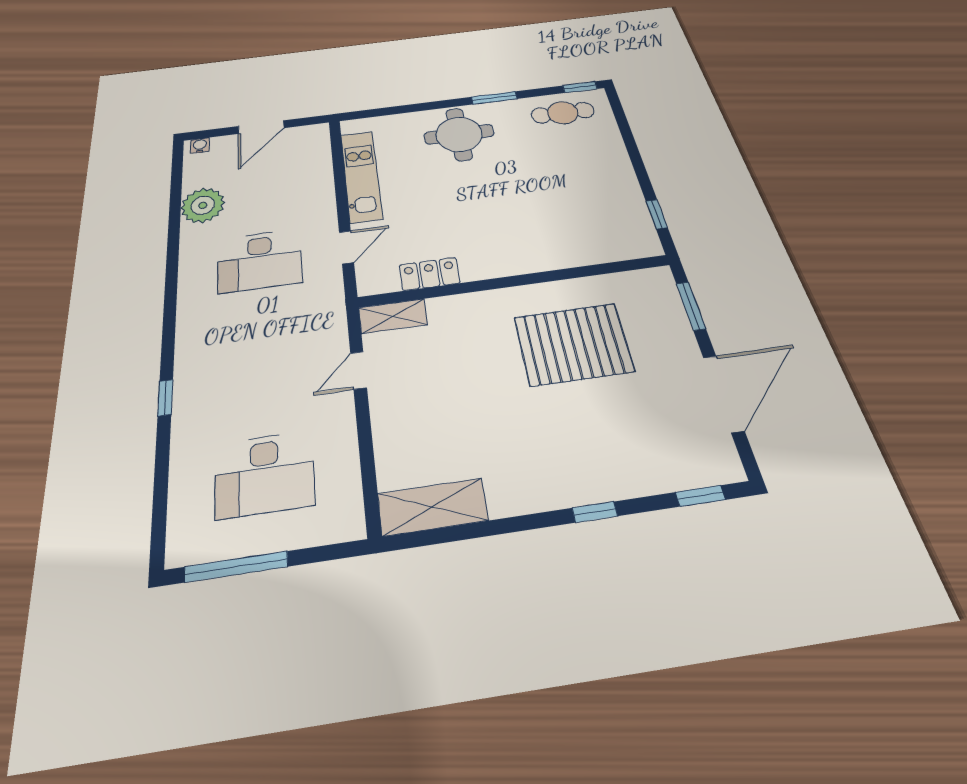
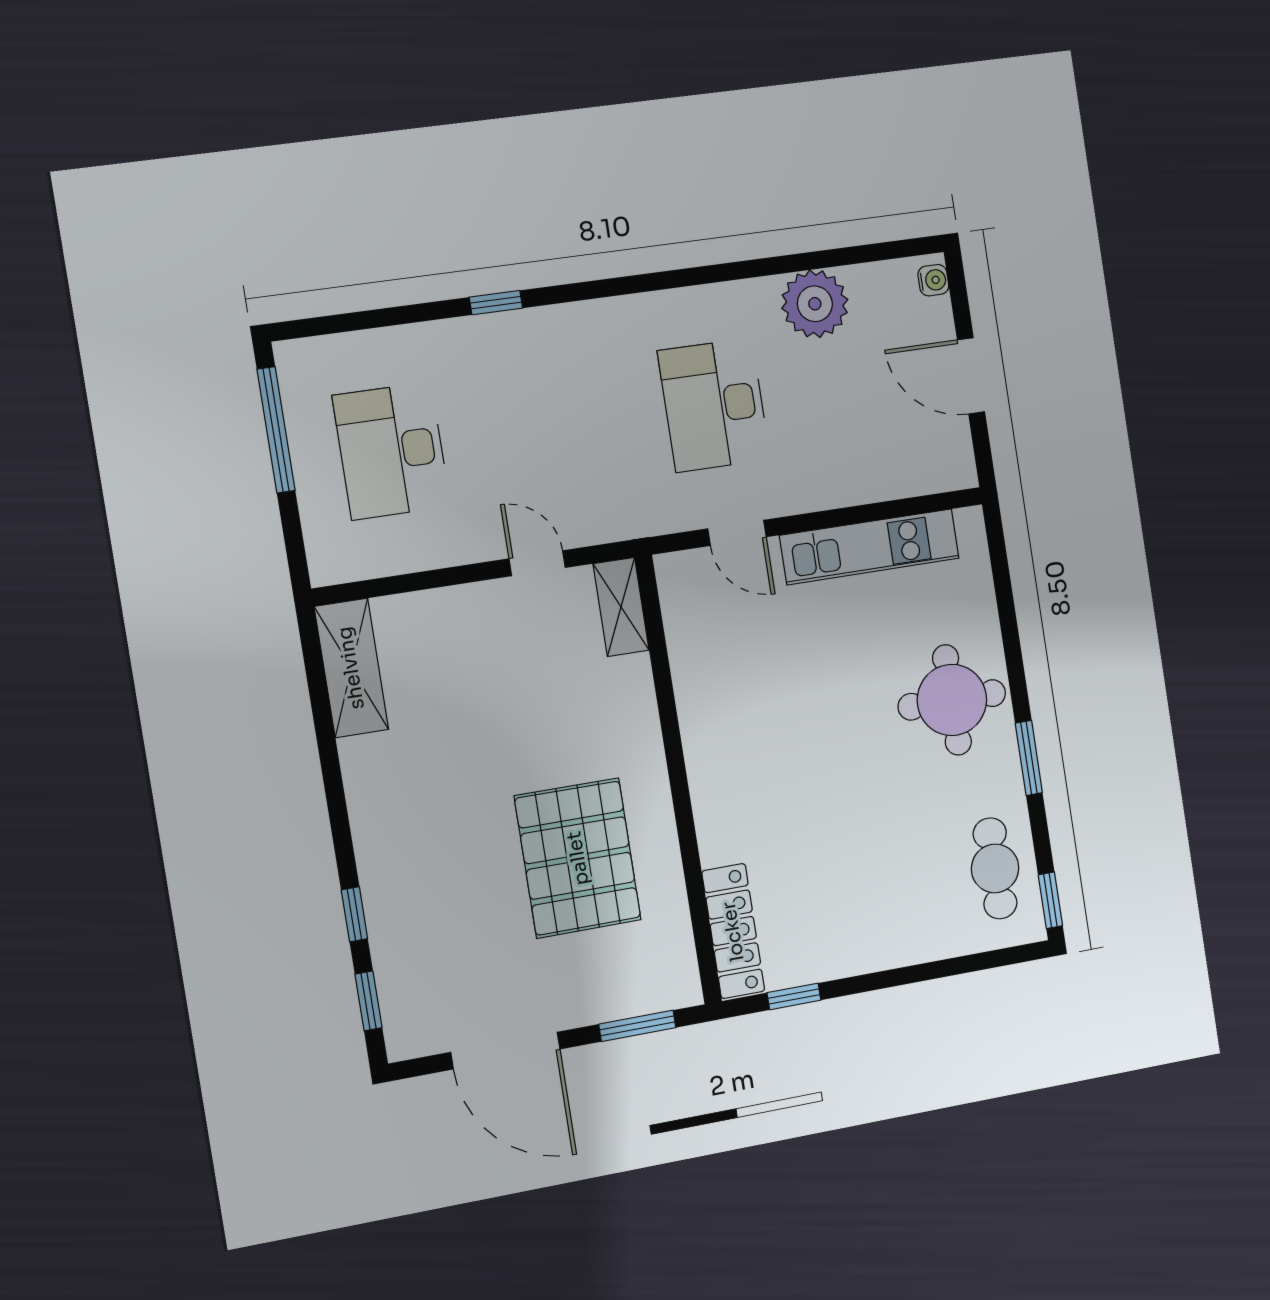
locker: (430, 274) -> (733, 931), moved, width x1.53
window: (595, 512) -> (354, 914), moved

